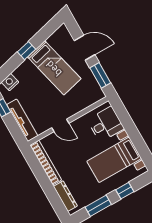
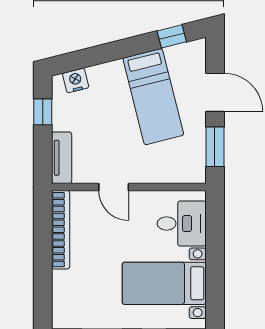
window: (26, 51) -> (172, 36), moved
tv unit: (22, 120) -> (62, 158), width x0.71
dresser: (65, 196) -> (61, 296), removed

